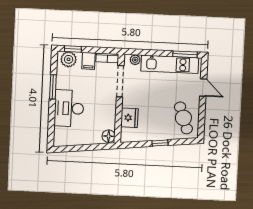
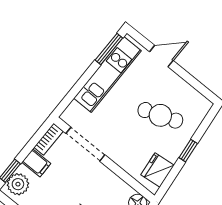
plant: (135, 60) -> (74, 110), removed
fridge: (129, 118) -> (158, 170), moved, turned -96
cafe table: (183, 118) -> (160, 115), moved

